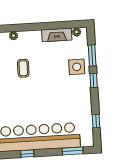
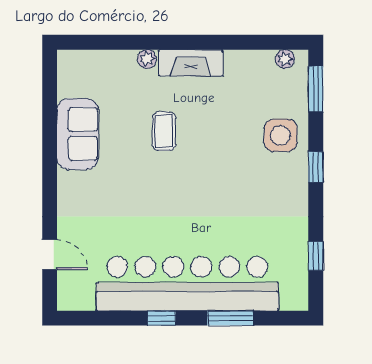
fireplace: (57, 35) -> (191, 63), moved
window: (92, 55) -> (316, 89), moved
window: (73, 151) -> (230, 318), moved

